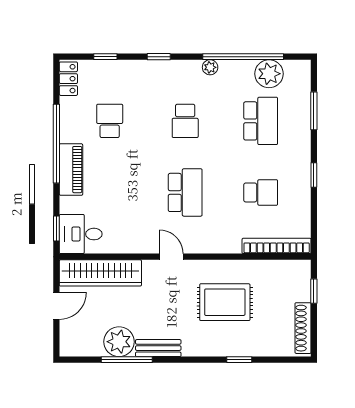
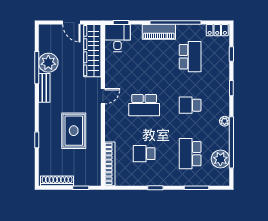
school desk: (110, 121) -> (190, 57), width x1.85
school desk: (261, 121) -> (190, 154), turned 90
school desk: (261, 192) -> (144, 154), turned 90

